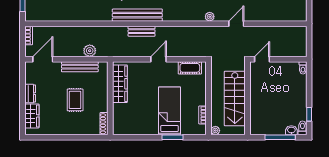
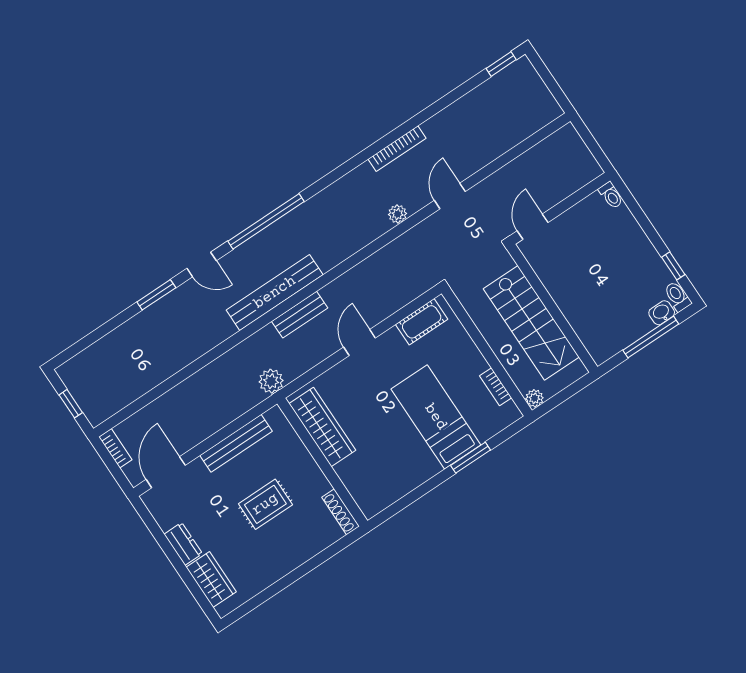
plant: (90, 51) -> (271, 381), moved
rug: (75, 100) -> (265, 504), turned 90

